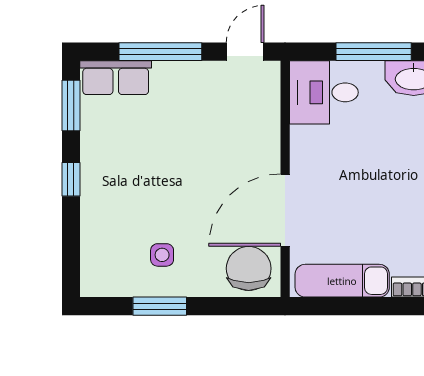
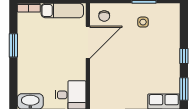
chair: (249, 268) -> (104, 16), width x0.54, depth x0.54

